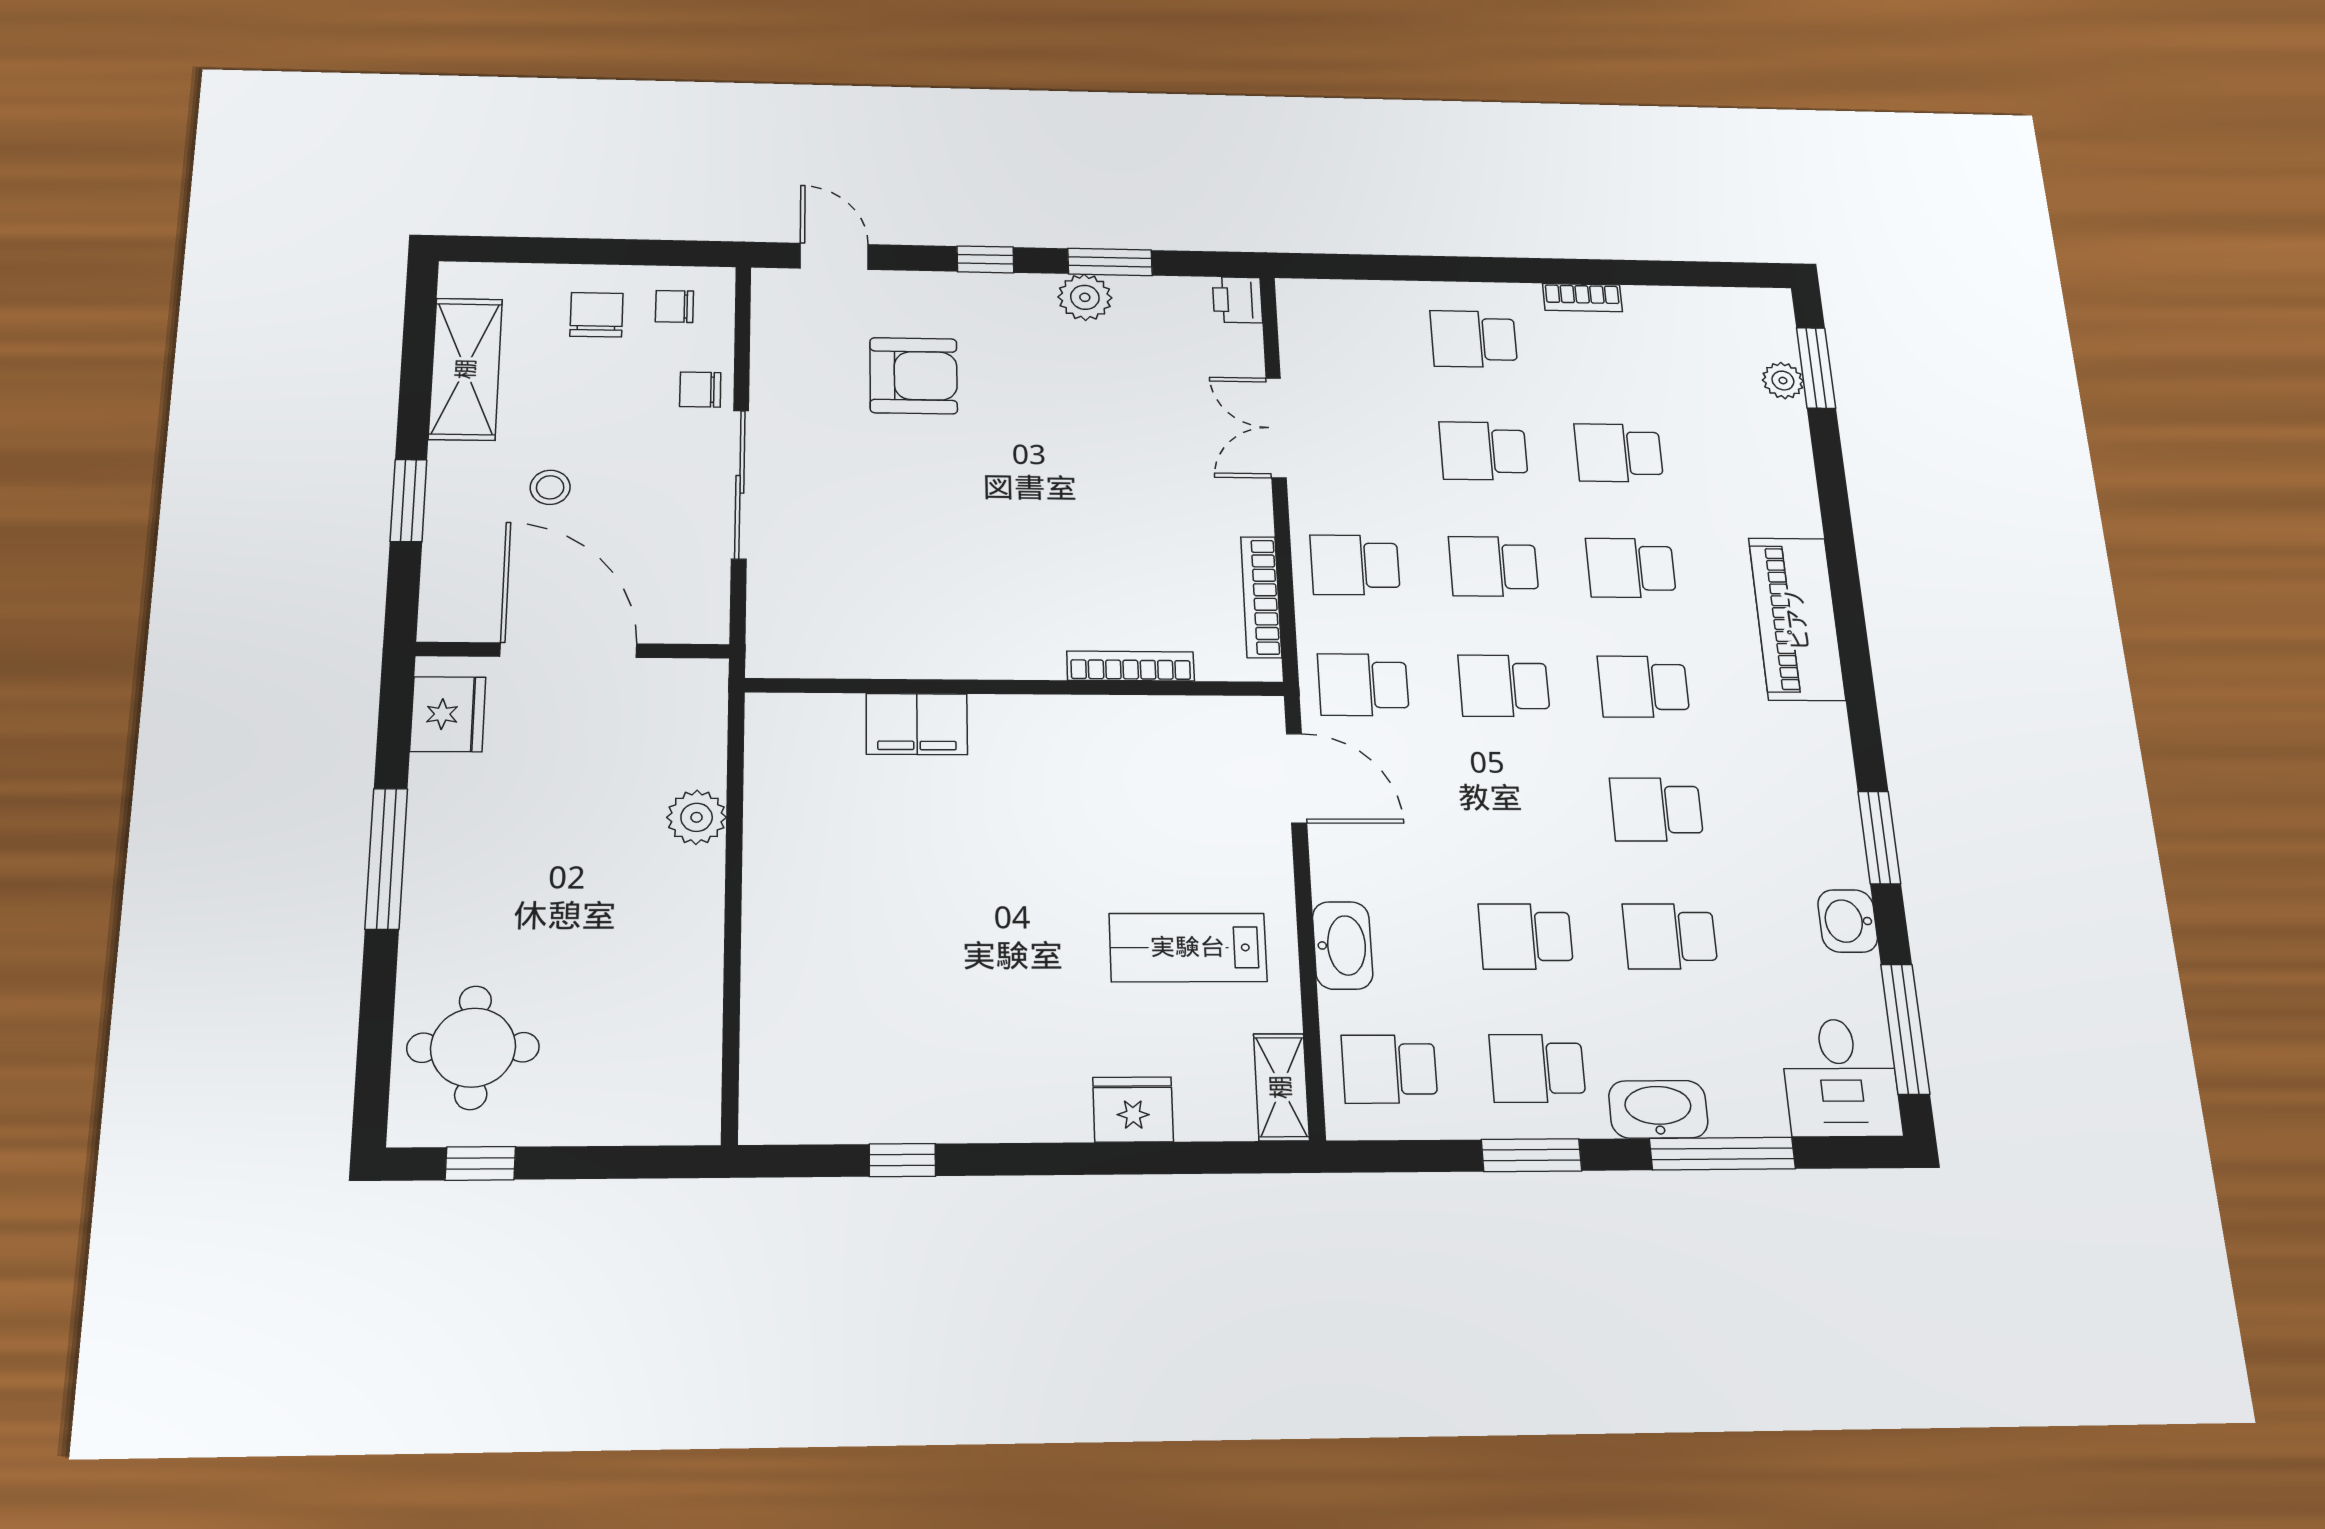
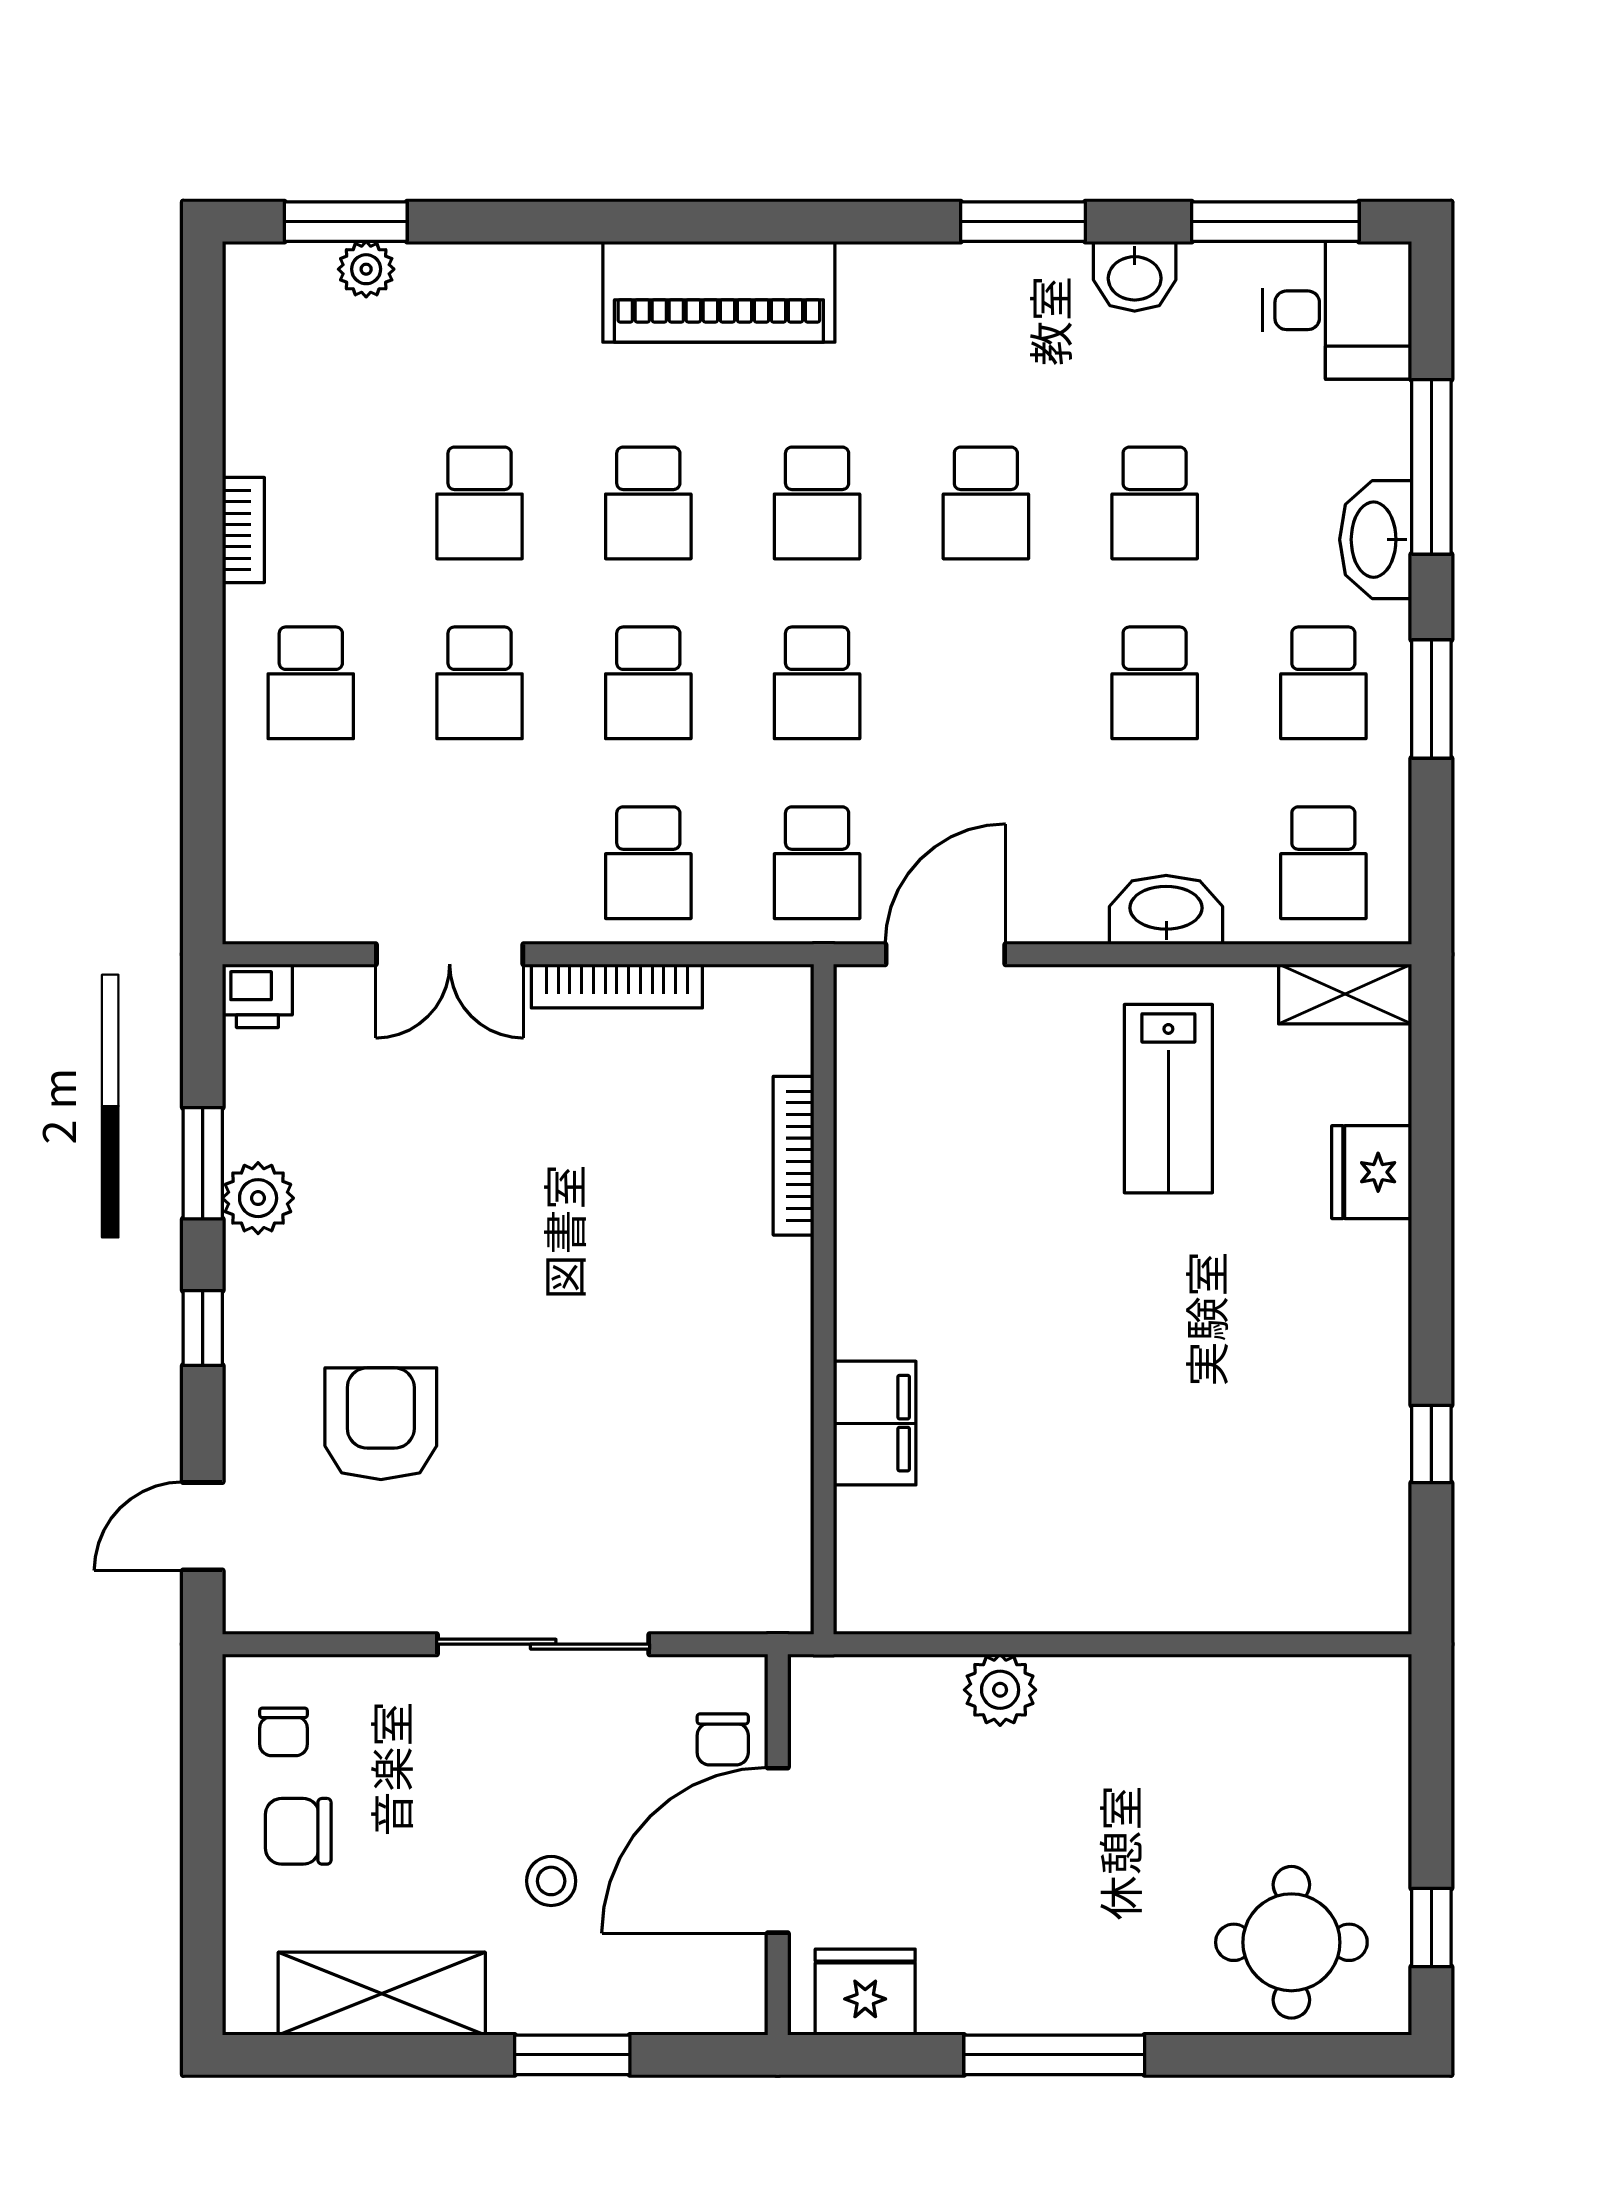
chair: (700, 390) -> (723, 1739), moved
bookcase: (1261, 597) -> (617, 986), moved

